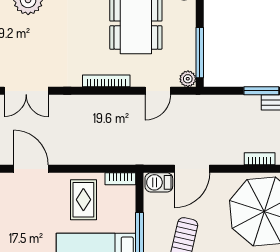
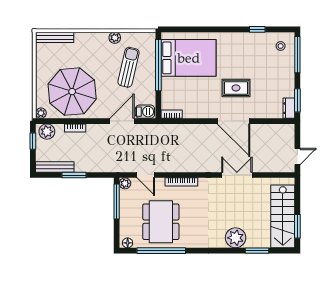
door: (158, 91) -> (146, 175), swing flipped
door: (31, 169) -> (234, 121), width x1.36
rug: (83, 200) -> (236, 88), moved, turned 90

